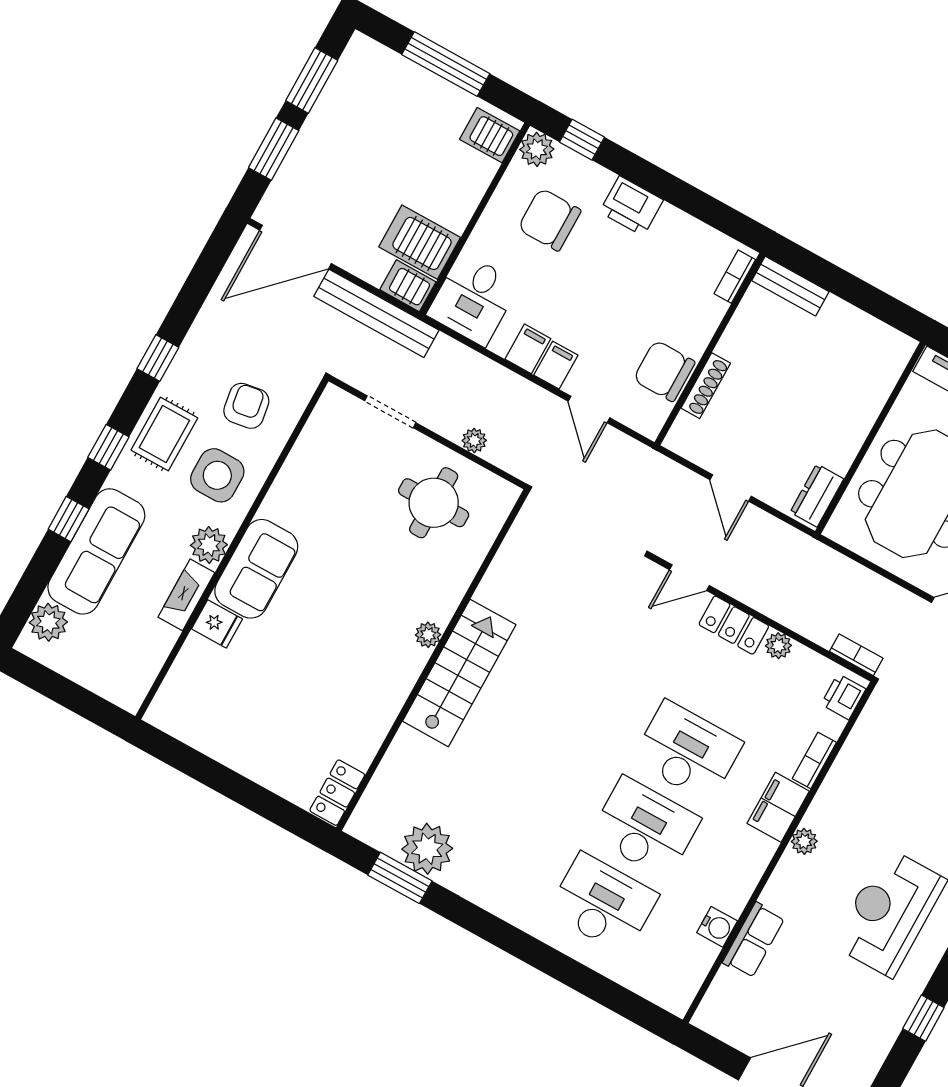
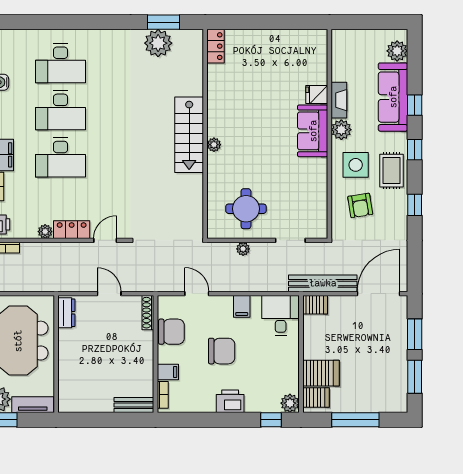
chair: (549, 220) -> (222, 351), moved
server rack: (420, 242) -> (321, 373), moved
filing cabinet: (556, 365) -> (168, 372), moved, turned -90
shoe rack: (706, 386) -> (148, 313), moved

